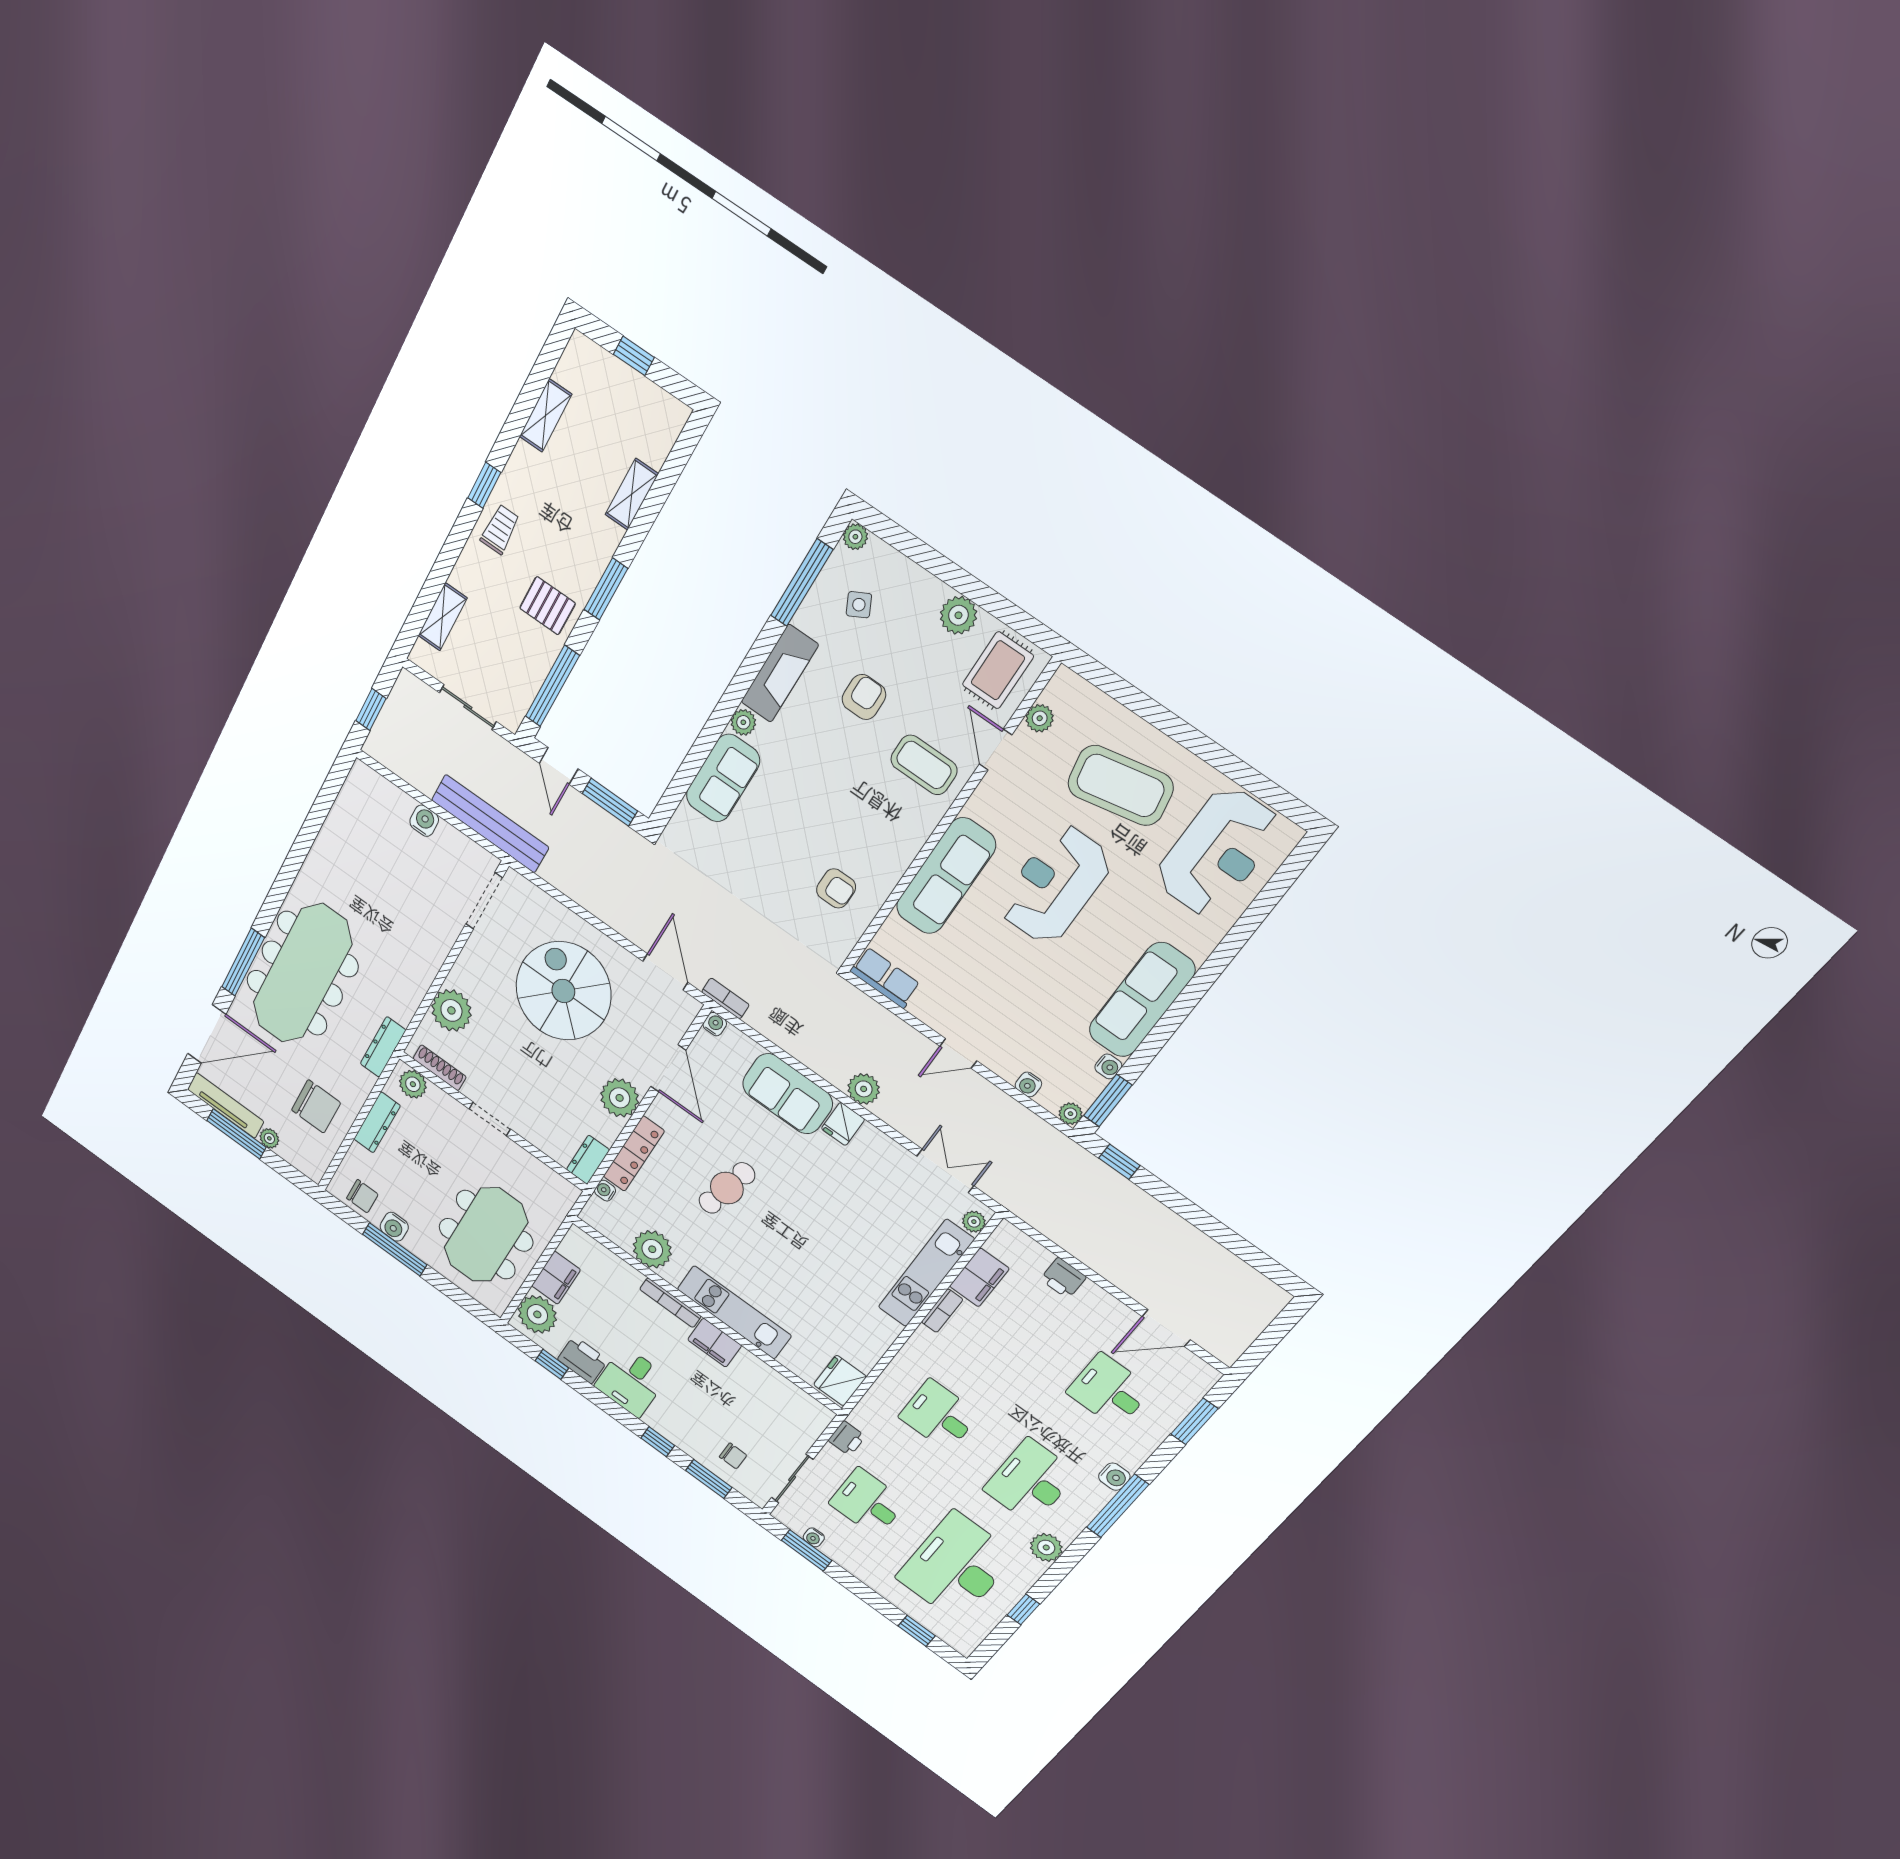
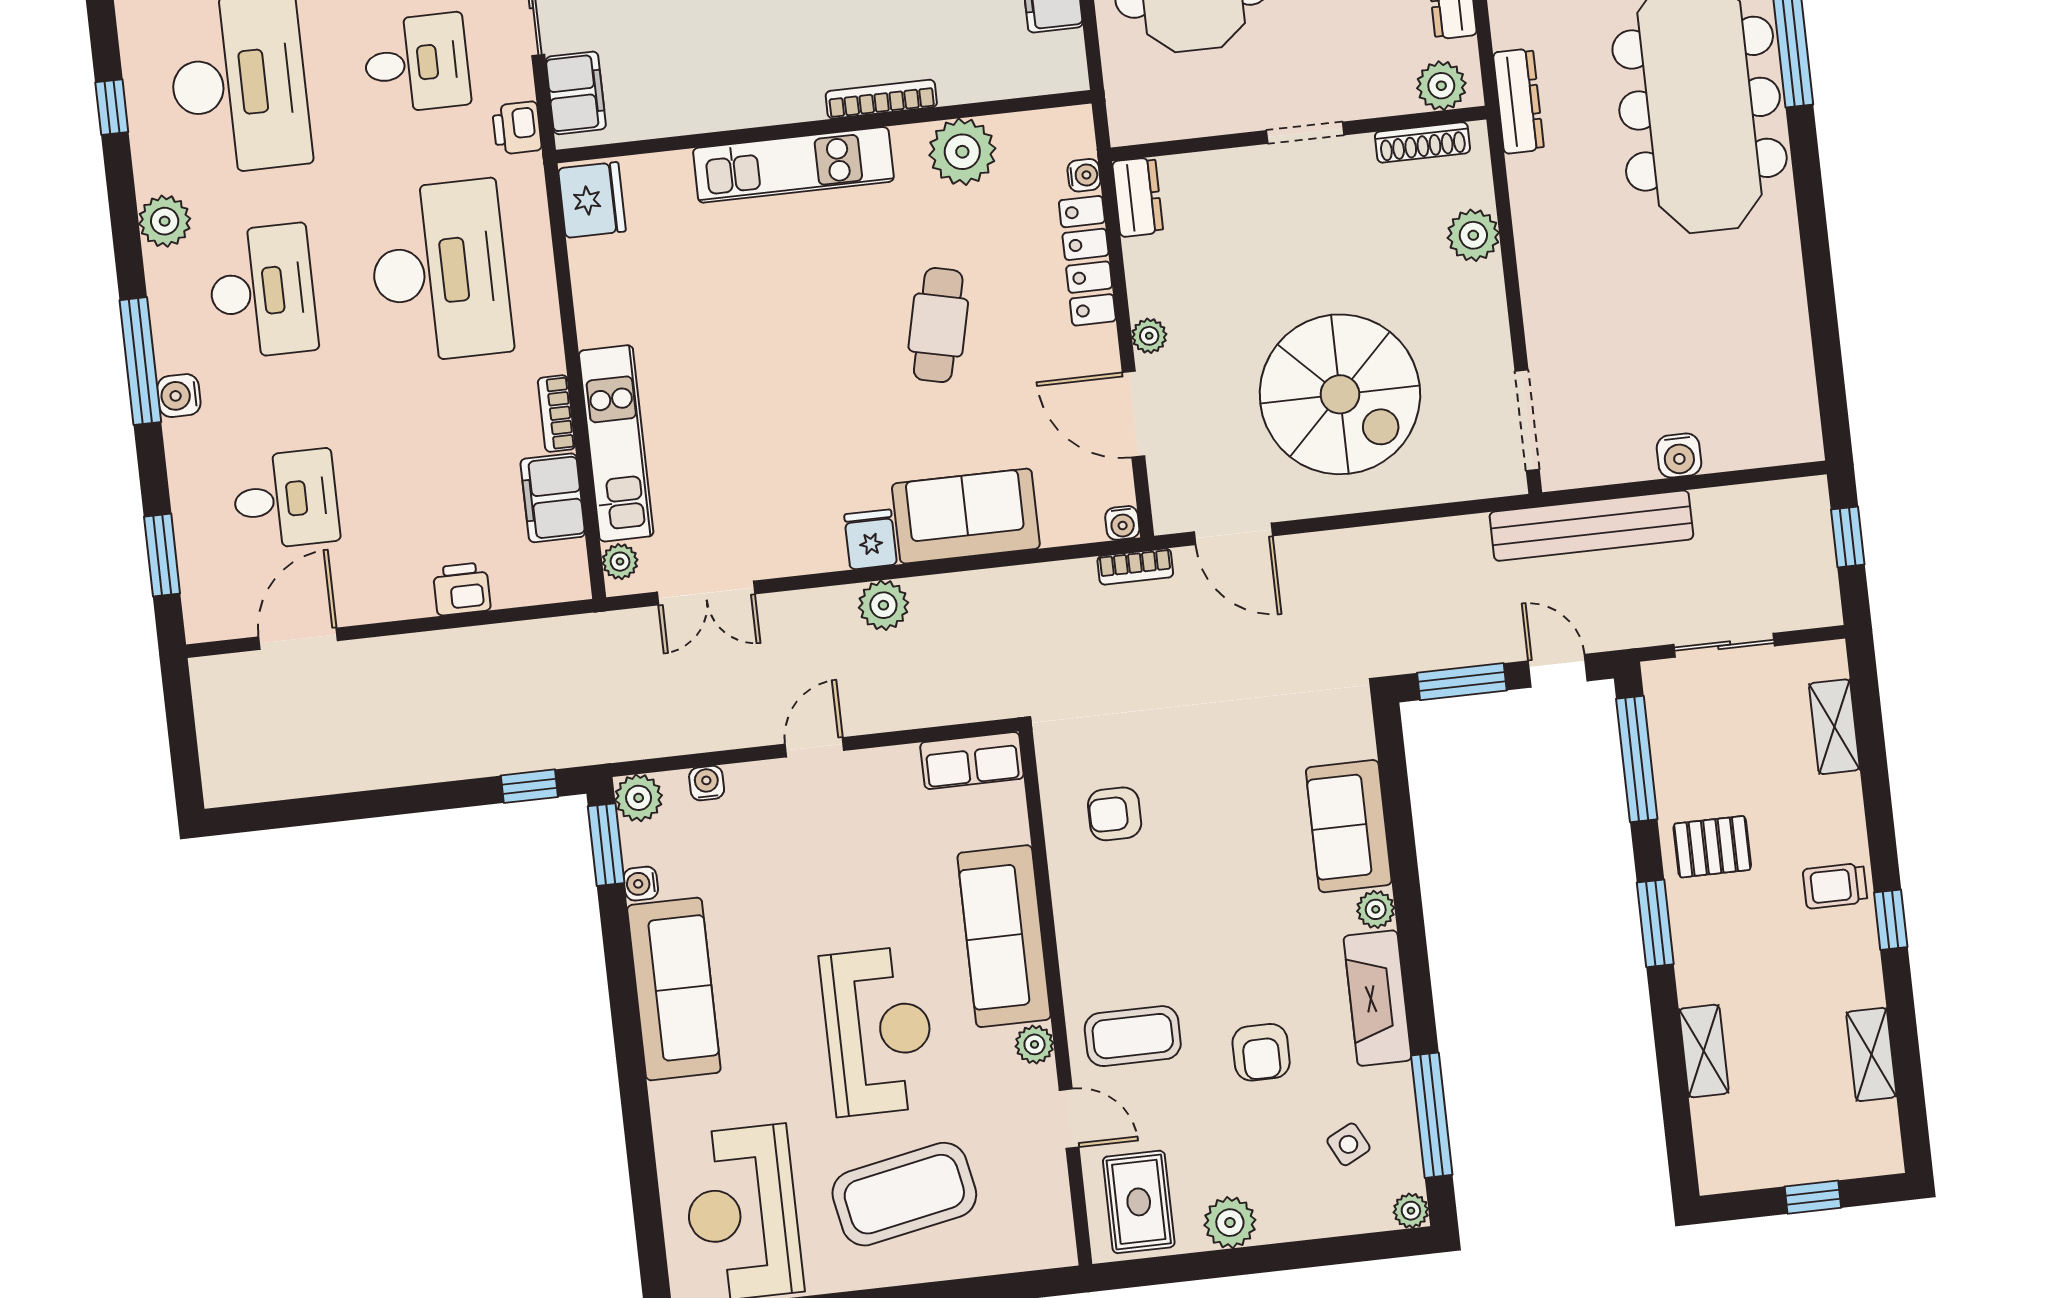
trolley: (500, 529) -> (1835, 886), turned 90
plant: (1040, 718) -> (1035, 1044), moved
plant: (451, 1010) -> (1473, 235), width x0.73, depth x0.73
plant: (620, 1098) -> (1149, 336), width x0.53, depth x0.53
plant: (1070, 1114) -> (639, 798), width x1.38, depth x1.38
filing cabinet: (715, 1343) -> (576, 93), moved, turned 90
desk: (939, 1415) -> (440, 271), width x1.87, depth x1.30

